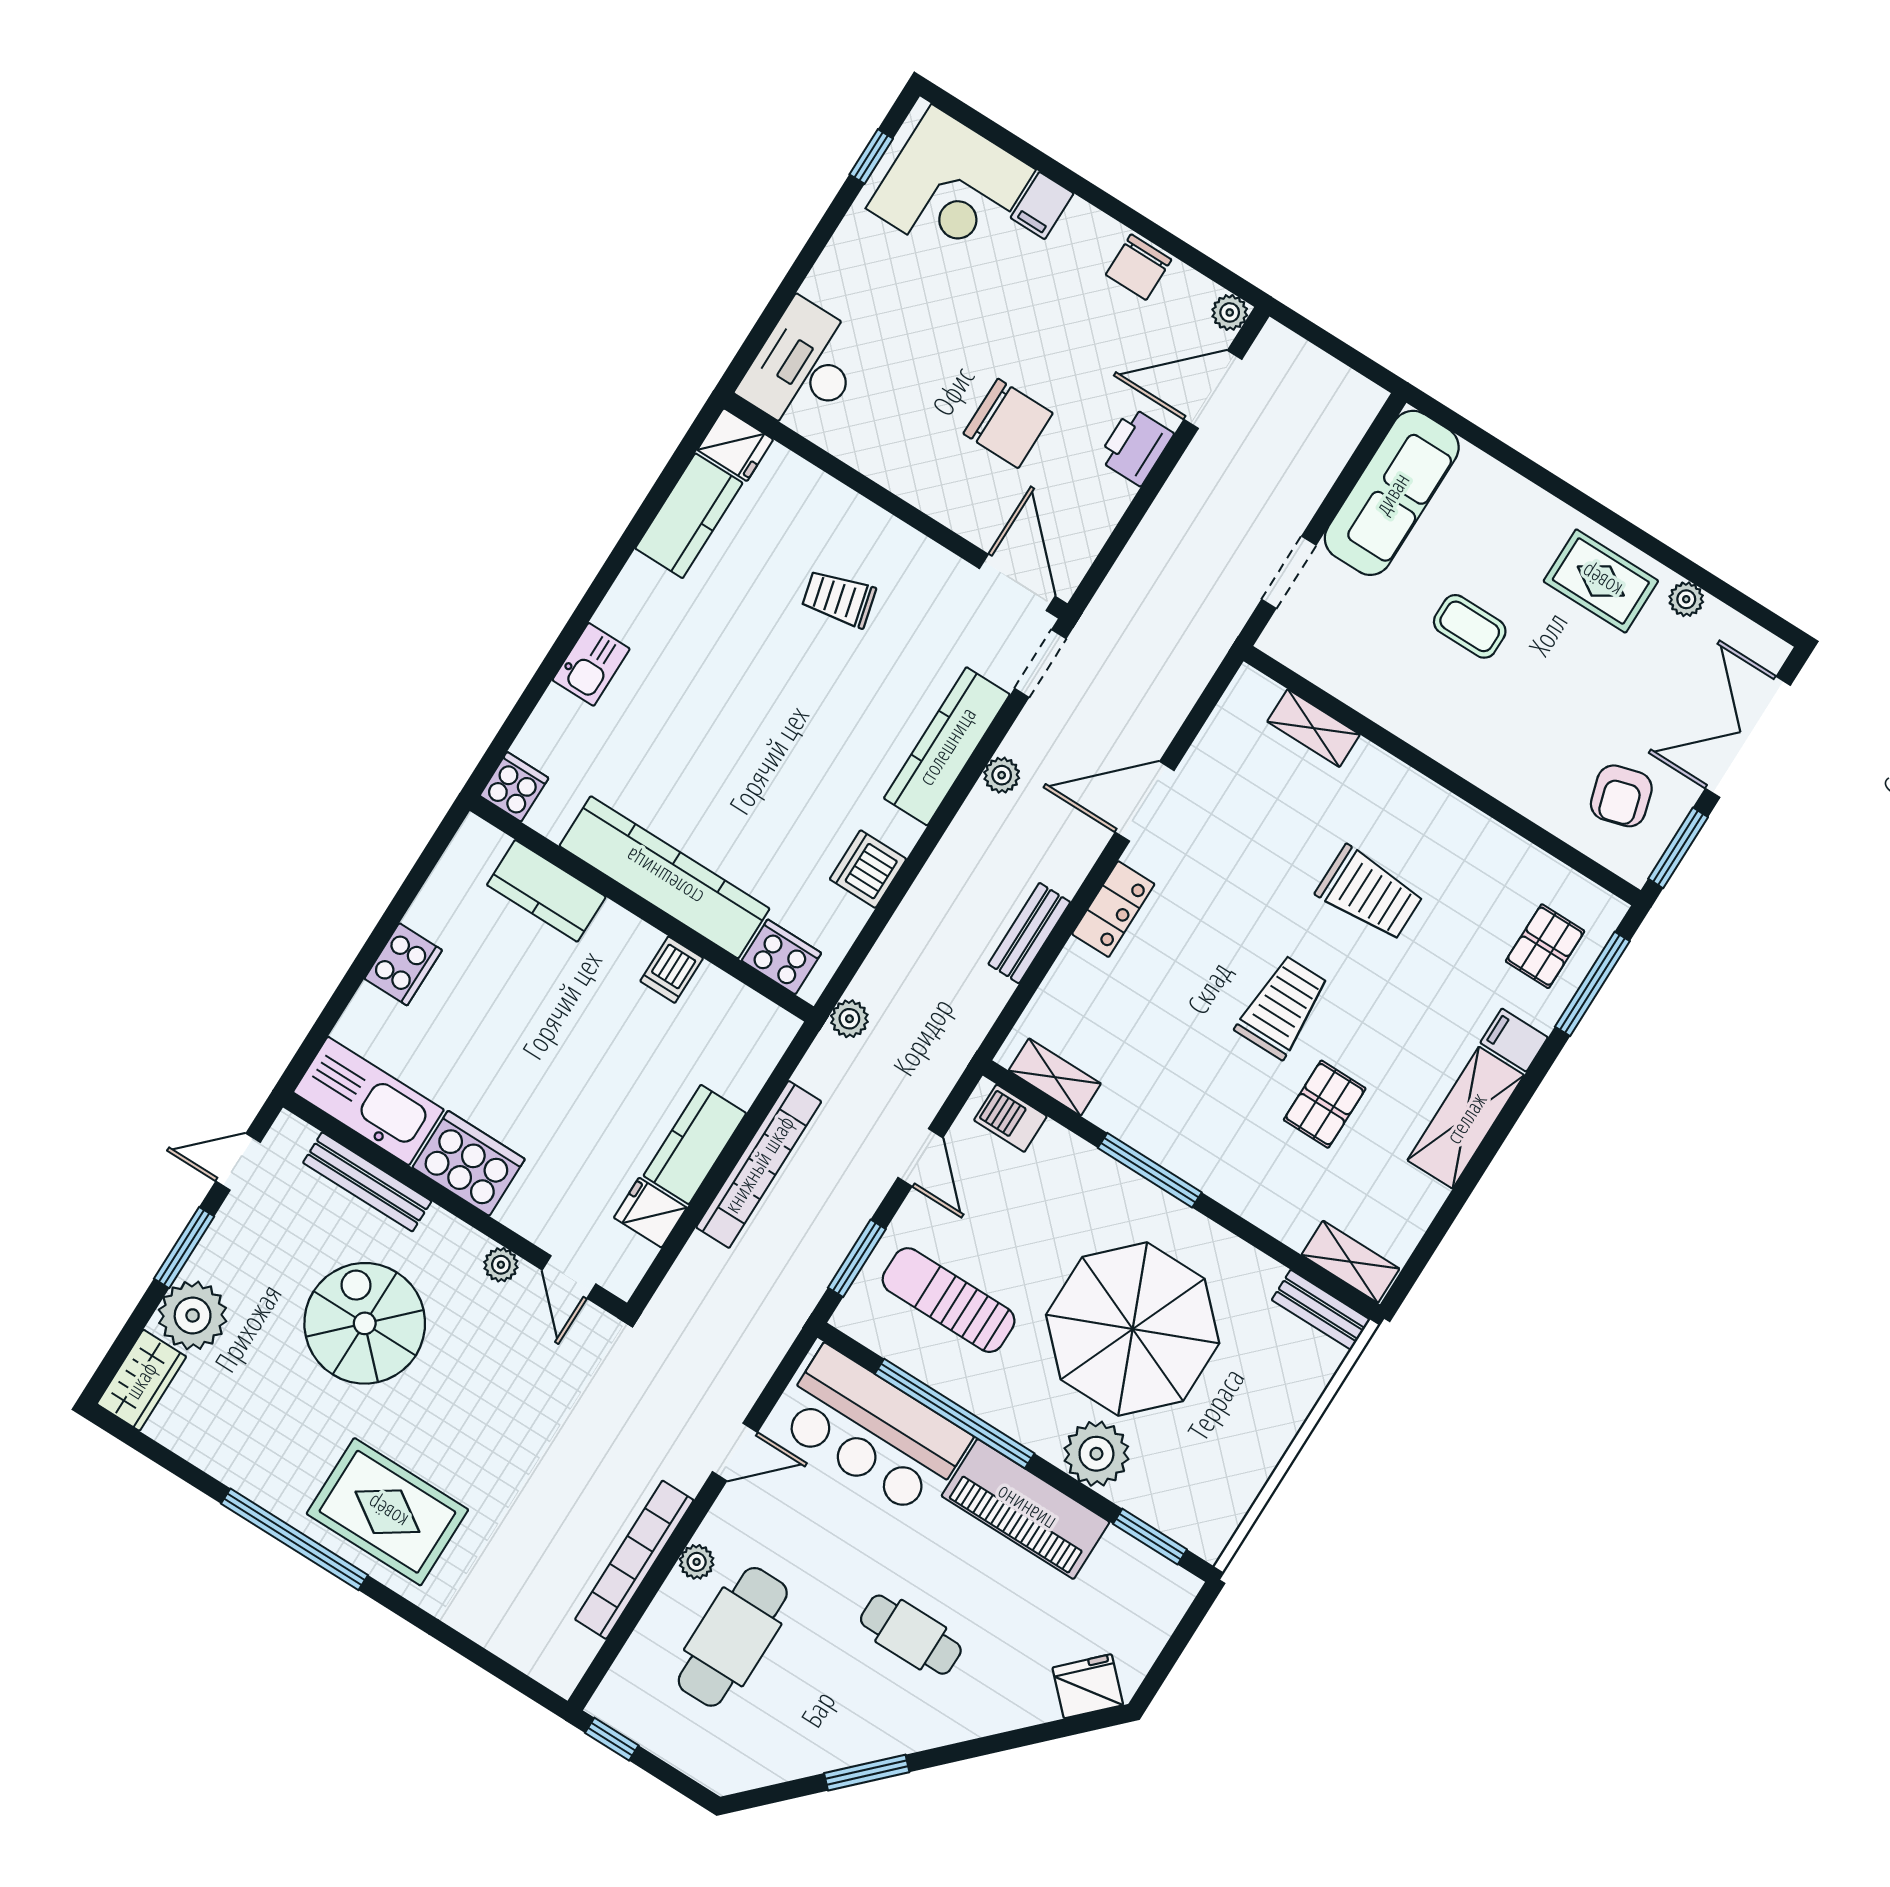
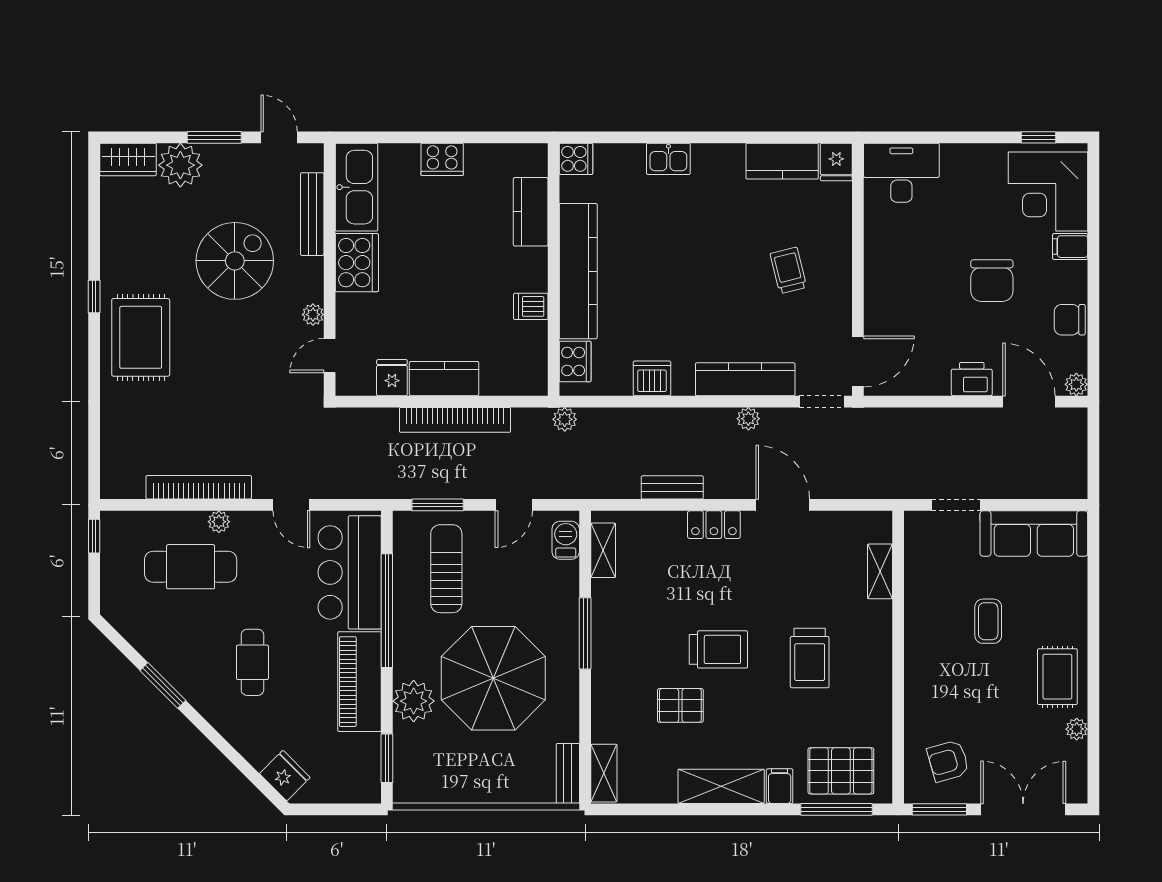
chair: (1008, 423) -> (992, 281), moved
pallet: (1545, 946) -> (841, 771), width x1.50, depth x1.42
window: (294, 1539) -> (94, 296), width x0.32

